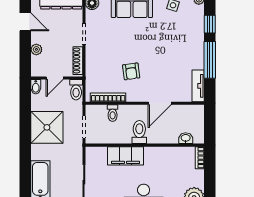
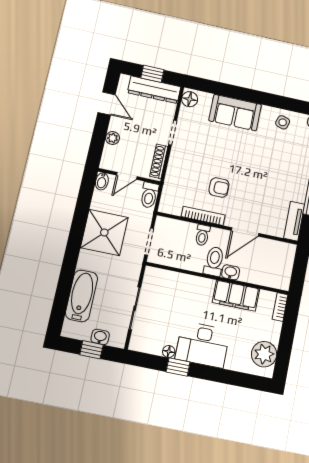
armchair: (131, 71) -> (219, 188), turned -82
bookcase: (108, 97) -> (203, 216), moved
toilet: (113, 113) -> (202, 235), moved
washbasin: (186, 138) -> (231, 272), moved
filing cabinet: (126, 156) -> (236, 296), moved

